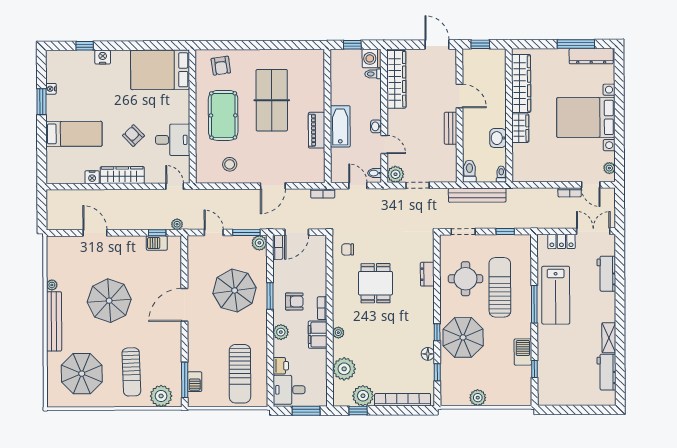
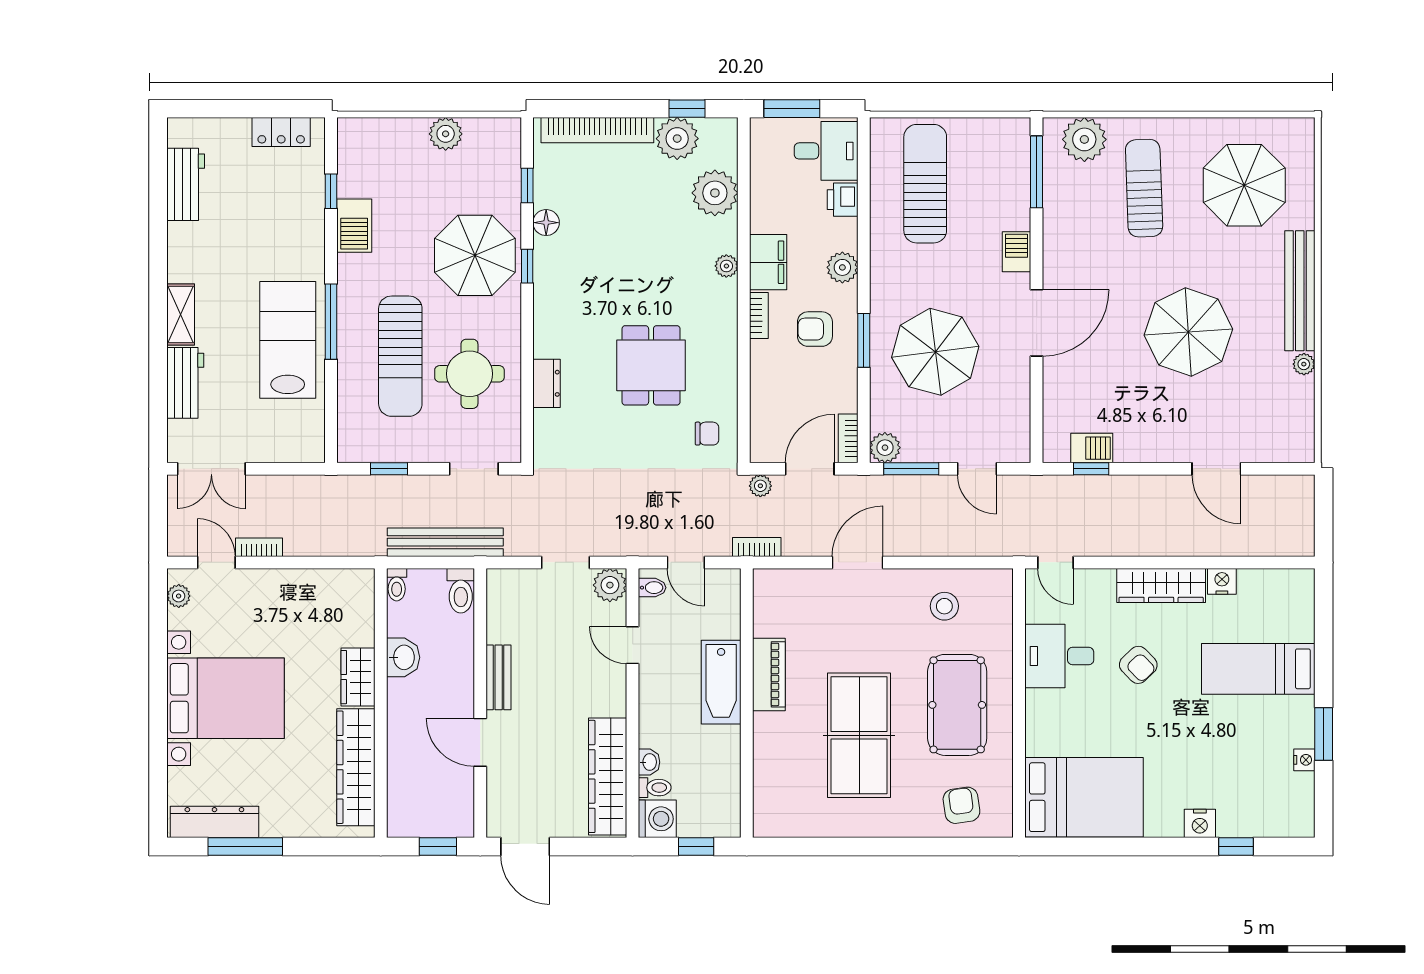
washbasin: (376, 126) -> (649, 762), moved
plant: (177, 224) -> (760, 486), moved
locker: (561, 241) -> (281, 132), moved, turned 180
shelving: (609, 338) -> (181, 315), moved
barbecue: (195, 382) -> (1017, 252), moved

